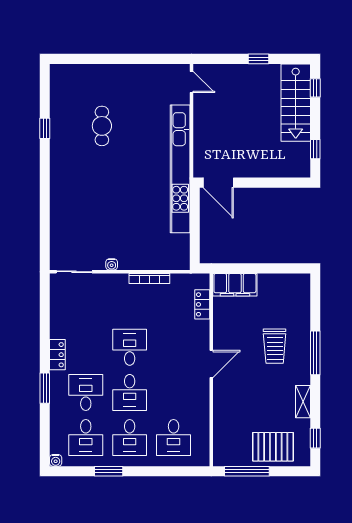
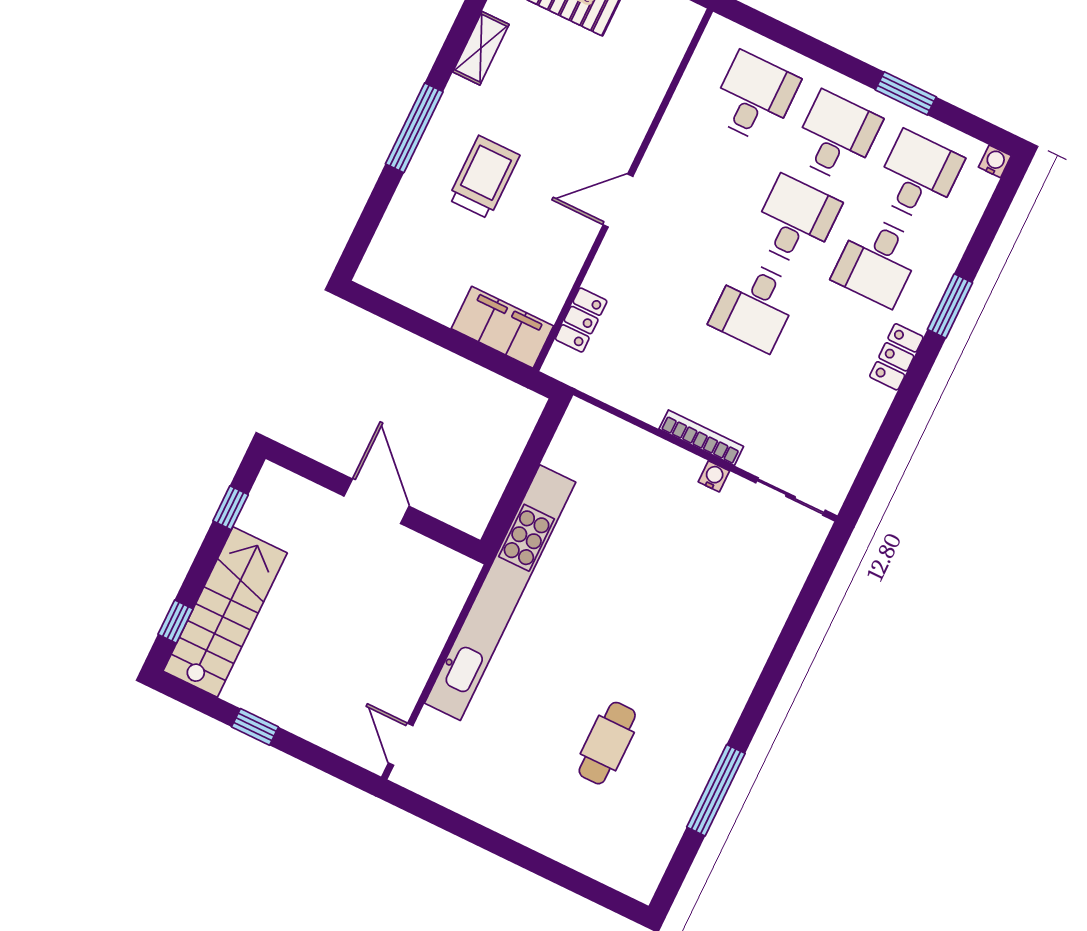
window: (45, 128) -> (716, 790), width x2.17
door: (218, 183) -> (376, 501), moved
bookcase: (149, 279) -> (701, 438), moved

